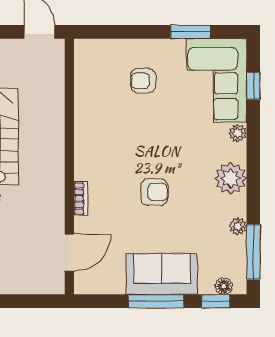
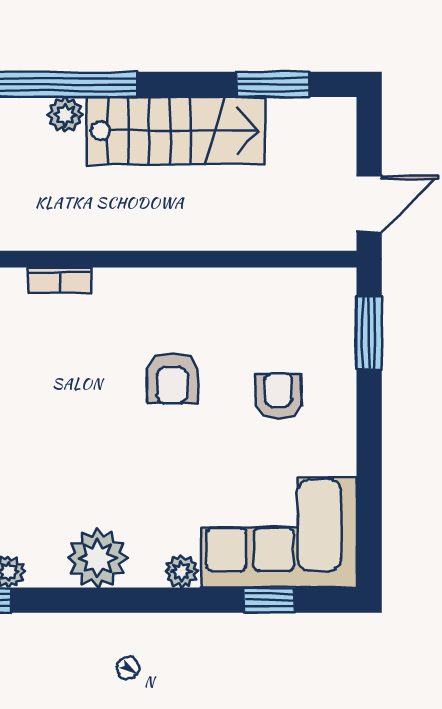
window: (190, 32) -> (369, 332), moved
armchair: (154, 192) -> (172, 378), moved

